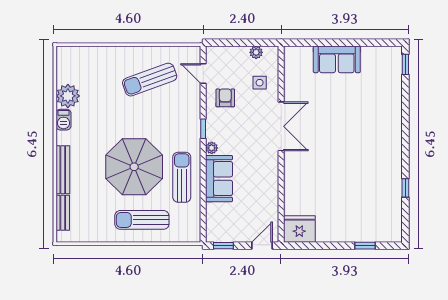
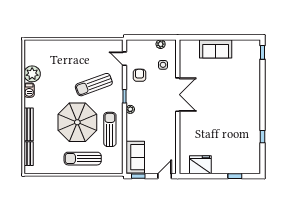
sun lounger: (150, 80) -> (94, 85), moved
sofa: (219, 179) -> (135, 157), moved
fridge: (299, 229) -> (200, 165), moved

